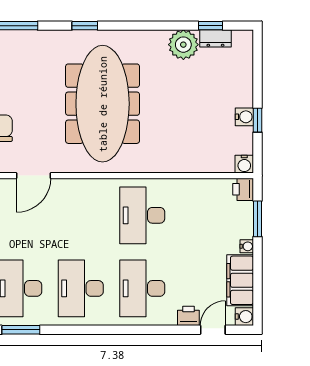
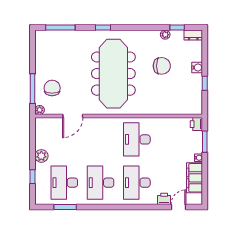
dresser: (215, 38) -> (193, 35), moved
plant: (183, 45) -> (165, 35), width x0.53, depth x0.53
chair: (185, 91) -> (162, 66), added
water cooler: (244, 117) -> (197, 68), moved
water cooler: (244, 164) -> (197, 109), removed
water cooler: (244, 317) -> (197, 199), removed

